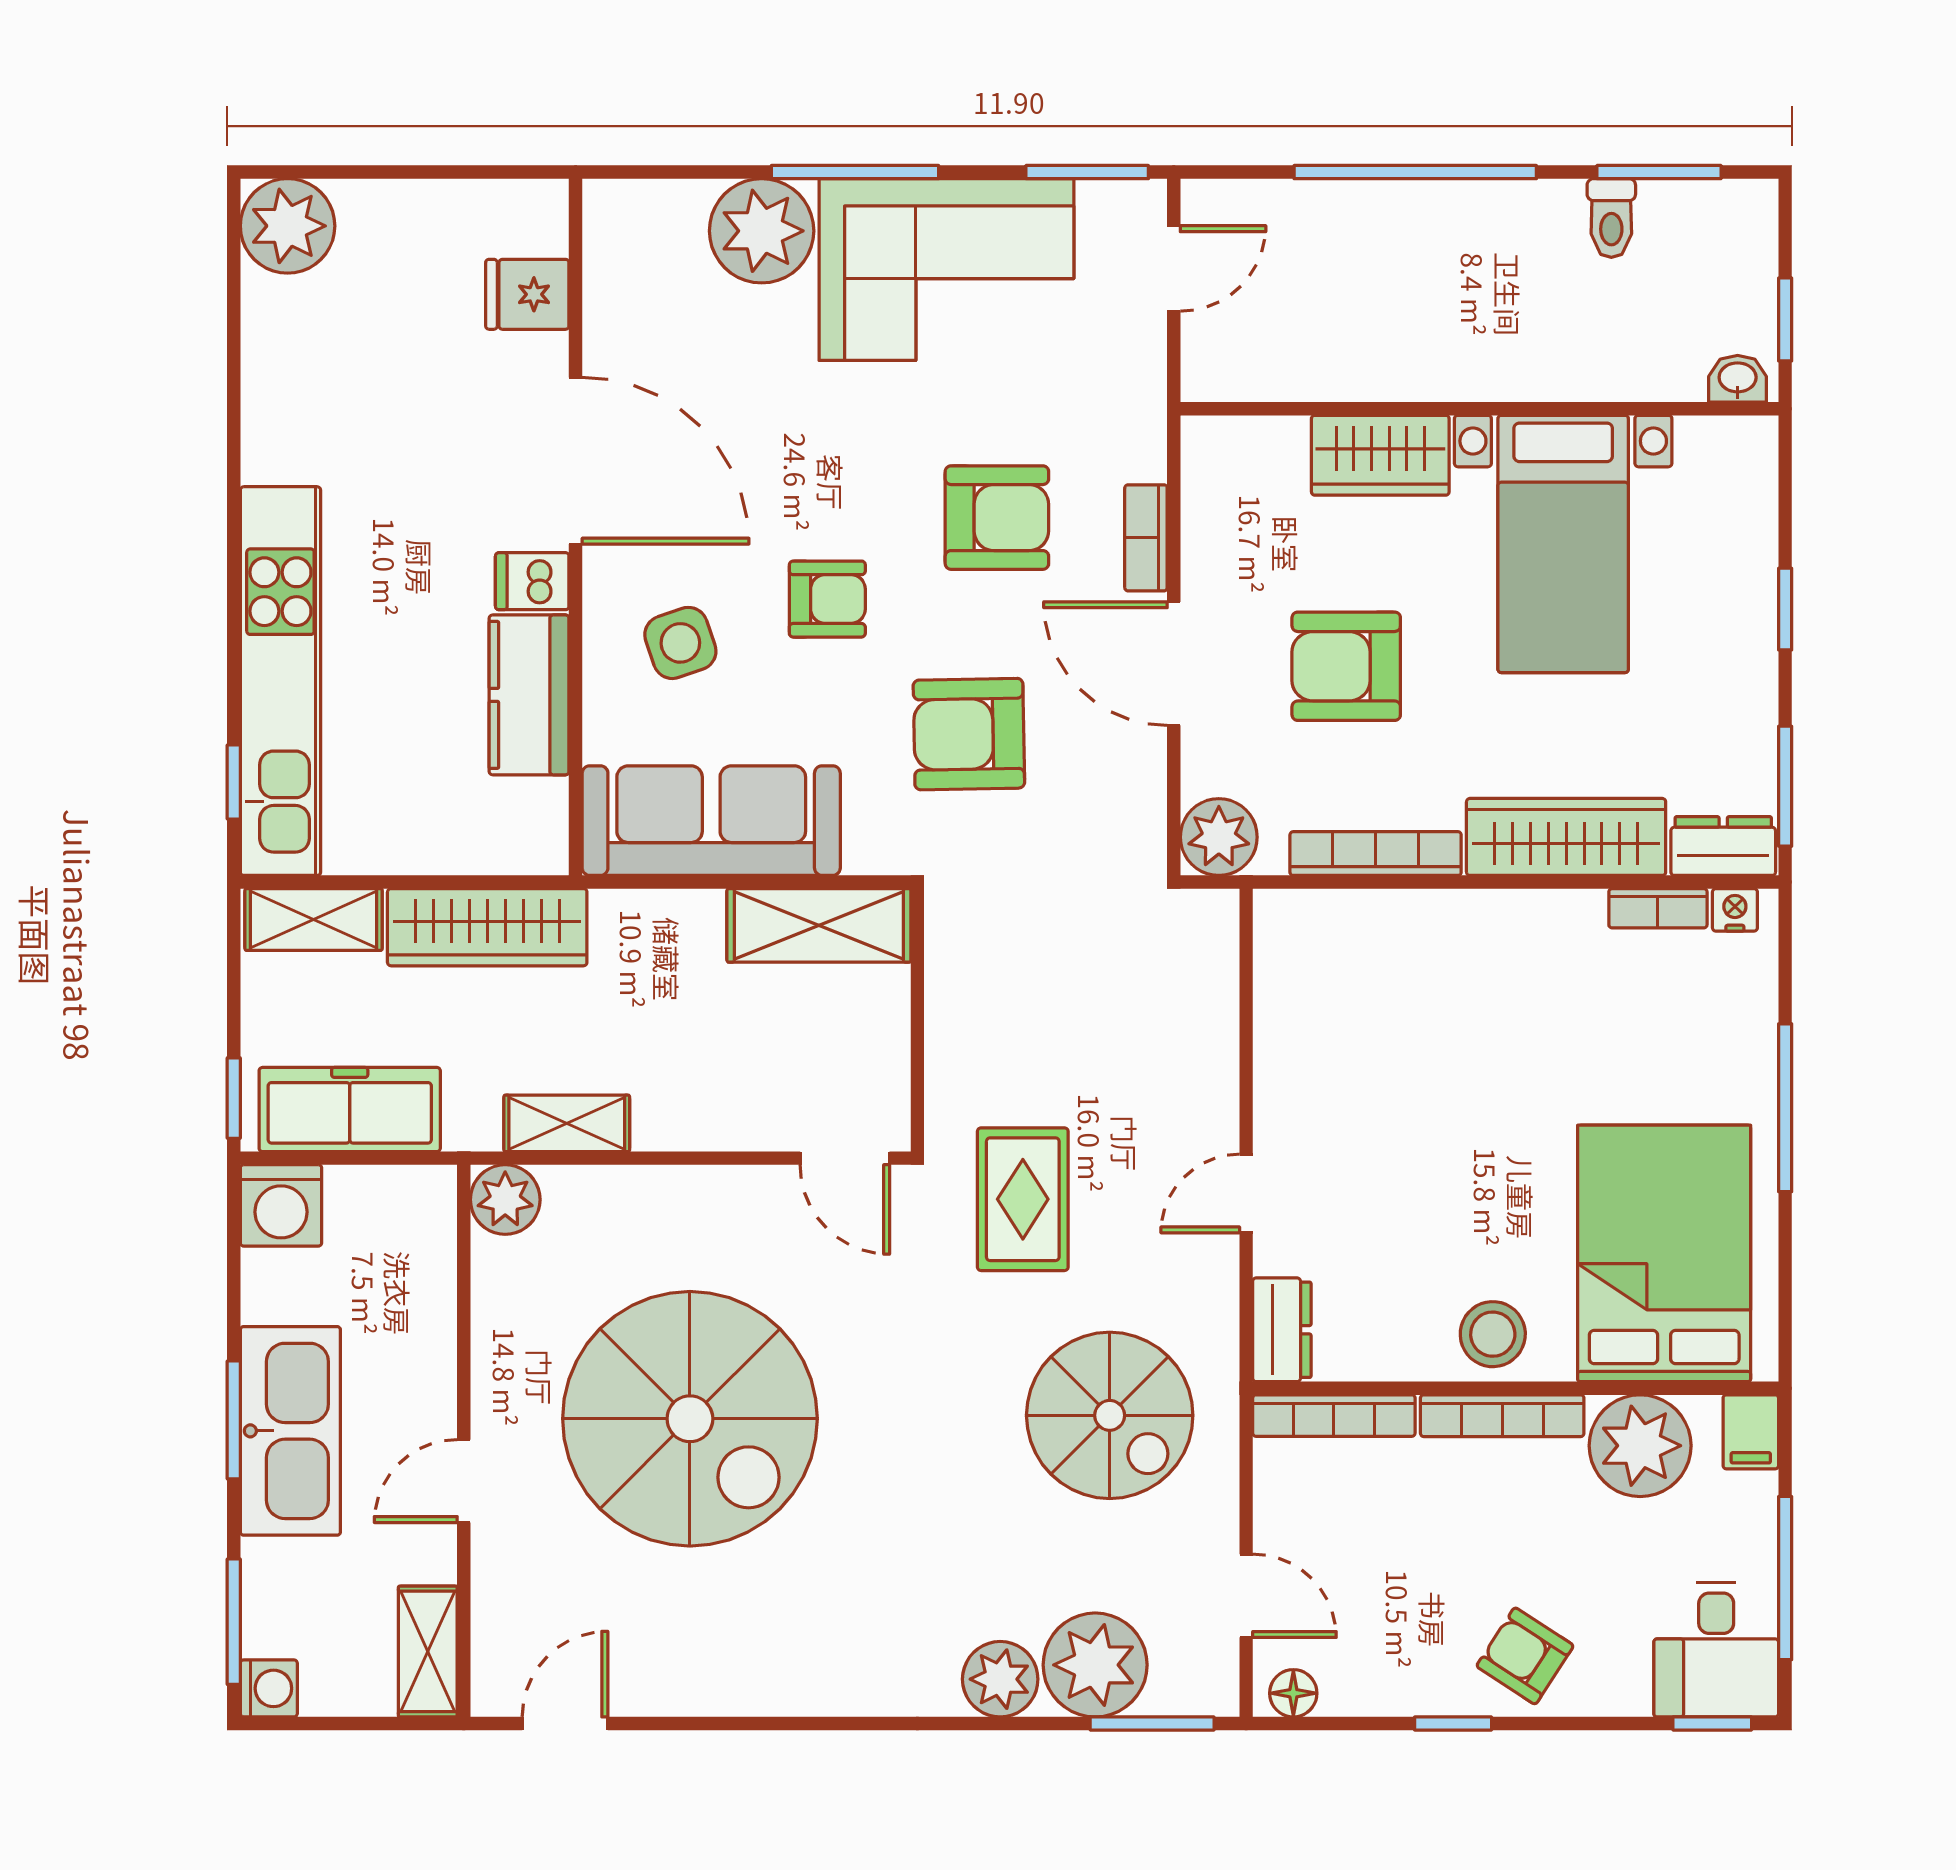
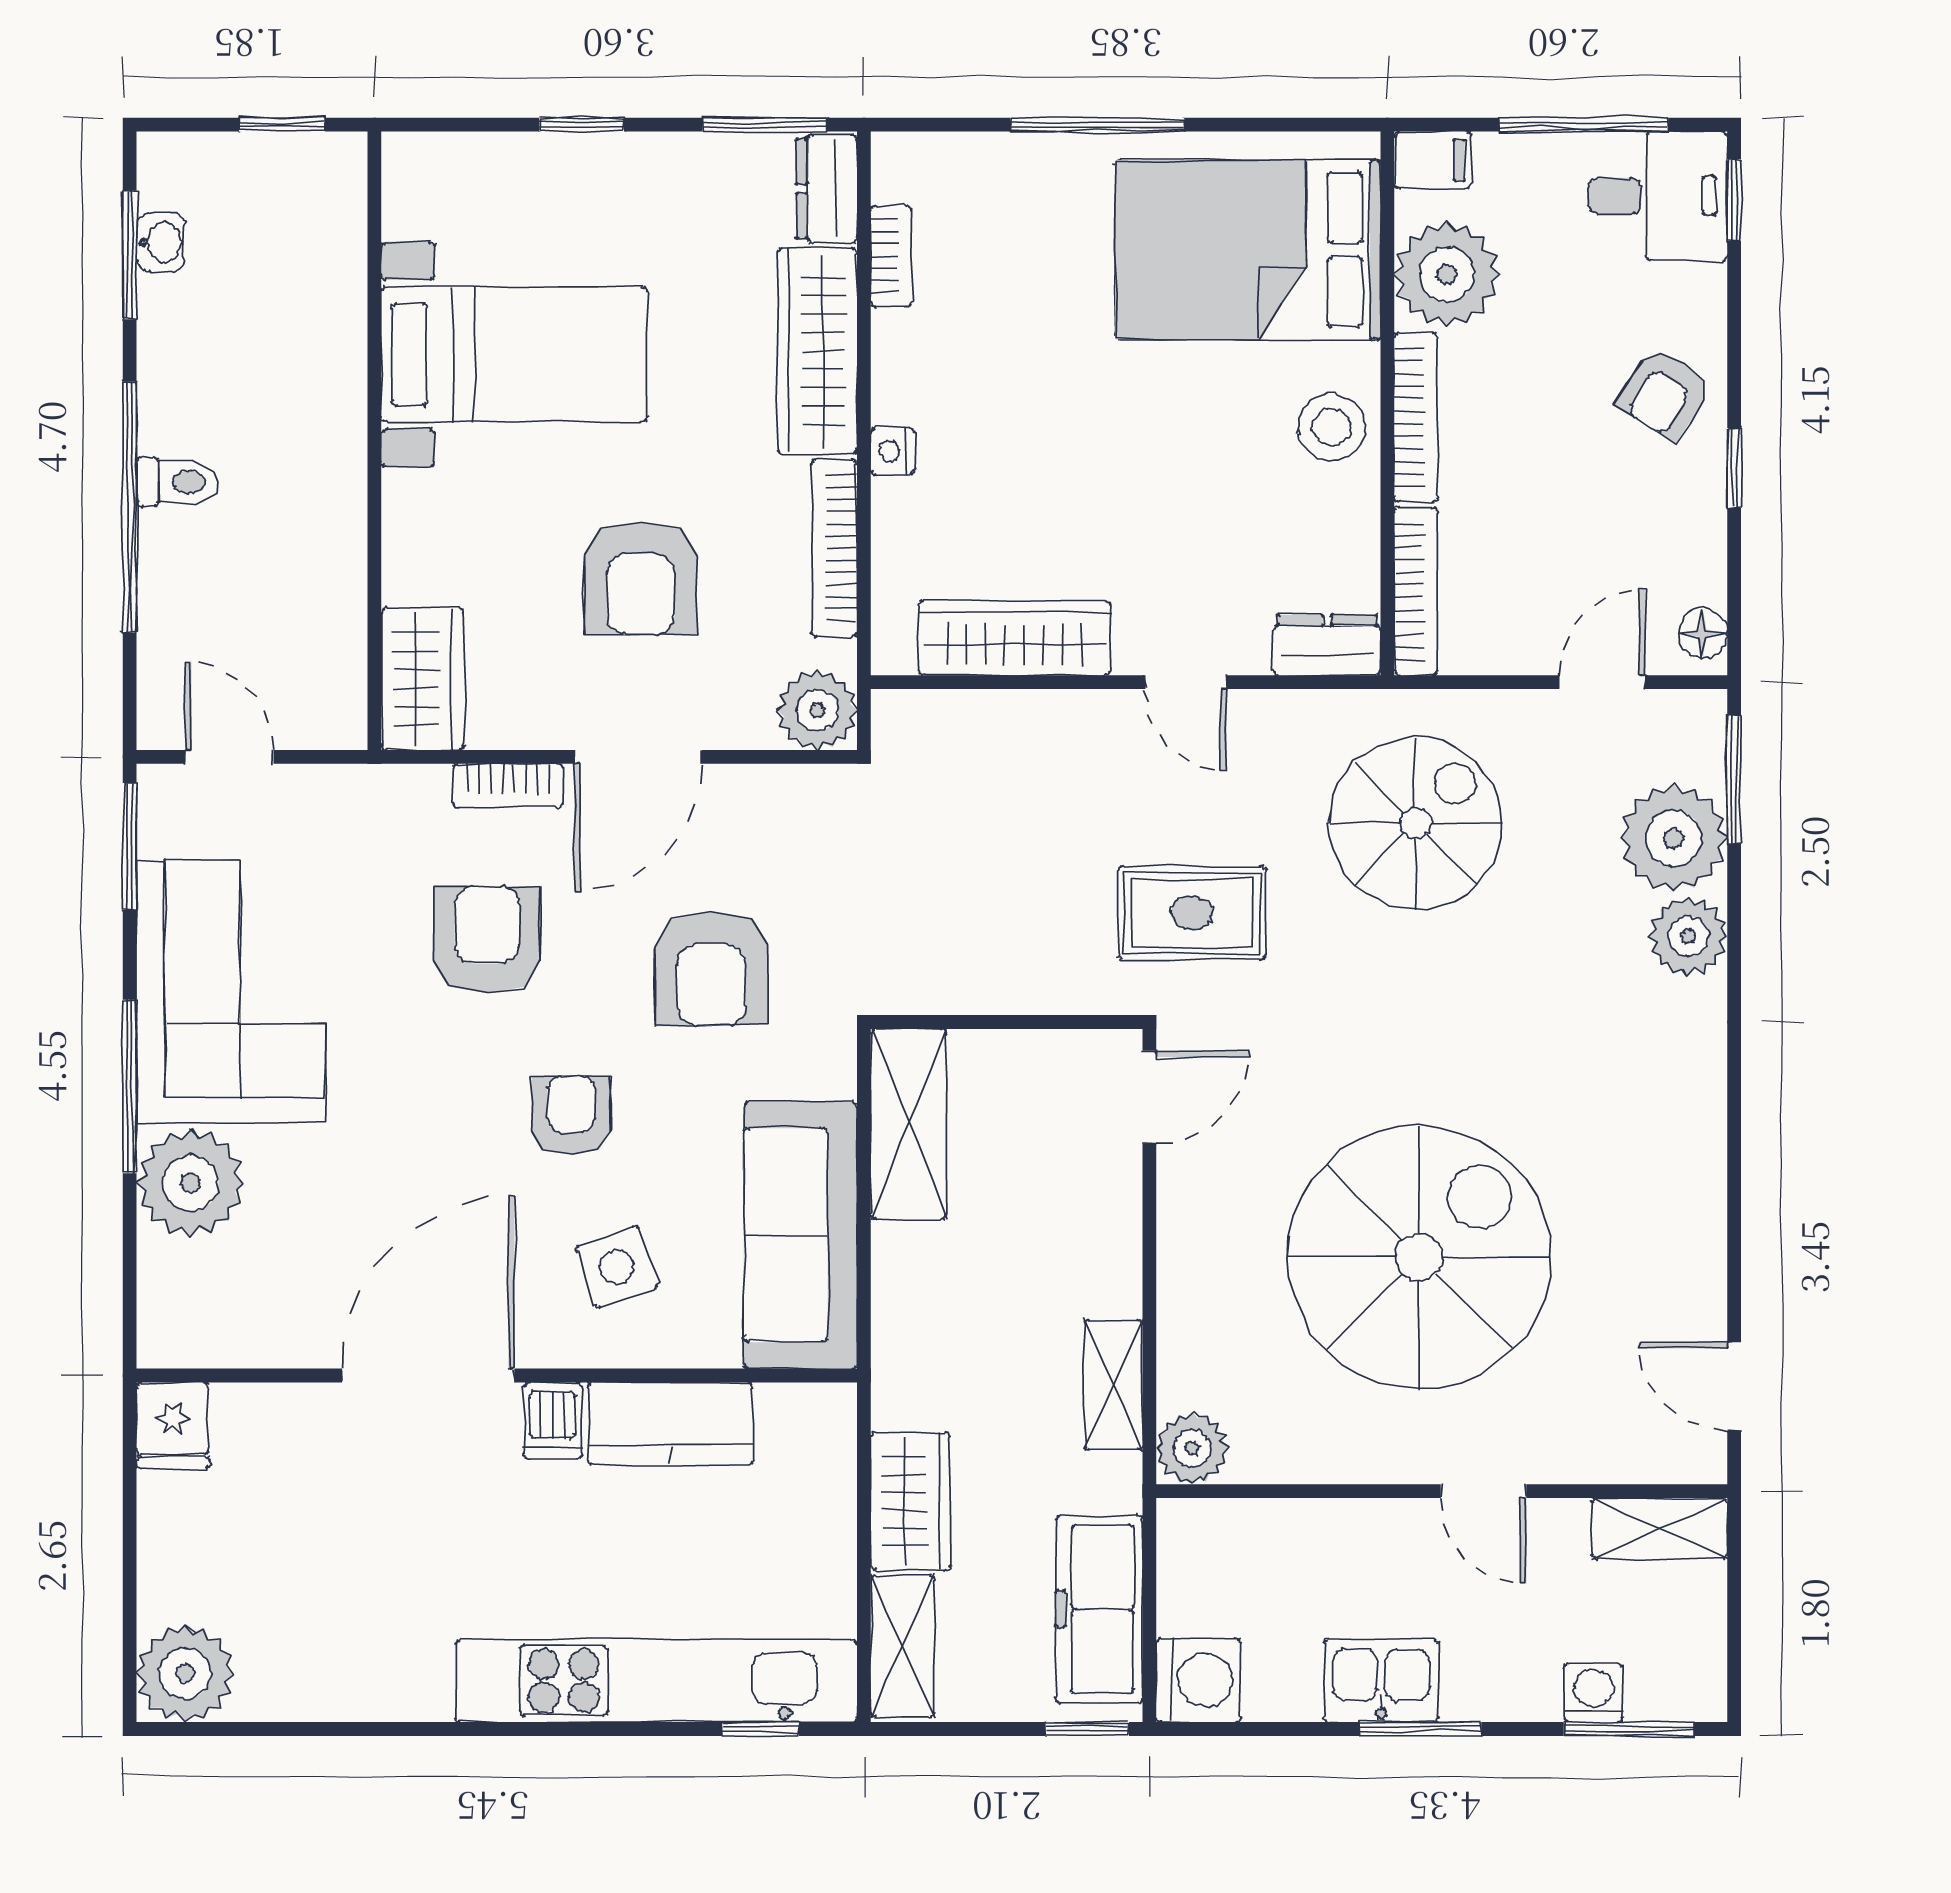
toilet: (1611, 218) -> (177, 482), moved
fridge: (527, 294) -> (173, 1425), moved
washbasin: (1738, 379) -> (161, 242), moved, turned 180
wardrobe: (1380, 455) -> (423, 679), moved
nightstand: (1735, 910) -> (893, 451), moved
wardrobe: (487, 927) -> (911, 1501), width x0.67
wardrobe: (1289, 1028) -> (1014, 638), added
kitchen sink: (290, 1431) -> (1381, 1681), width x0.53, depth x0.81
washing machine: (269, 1688) -> (1594, 1693), moved

